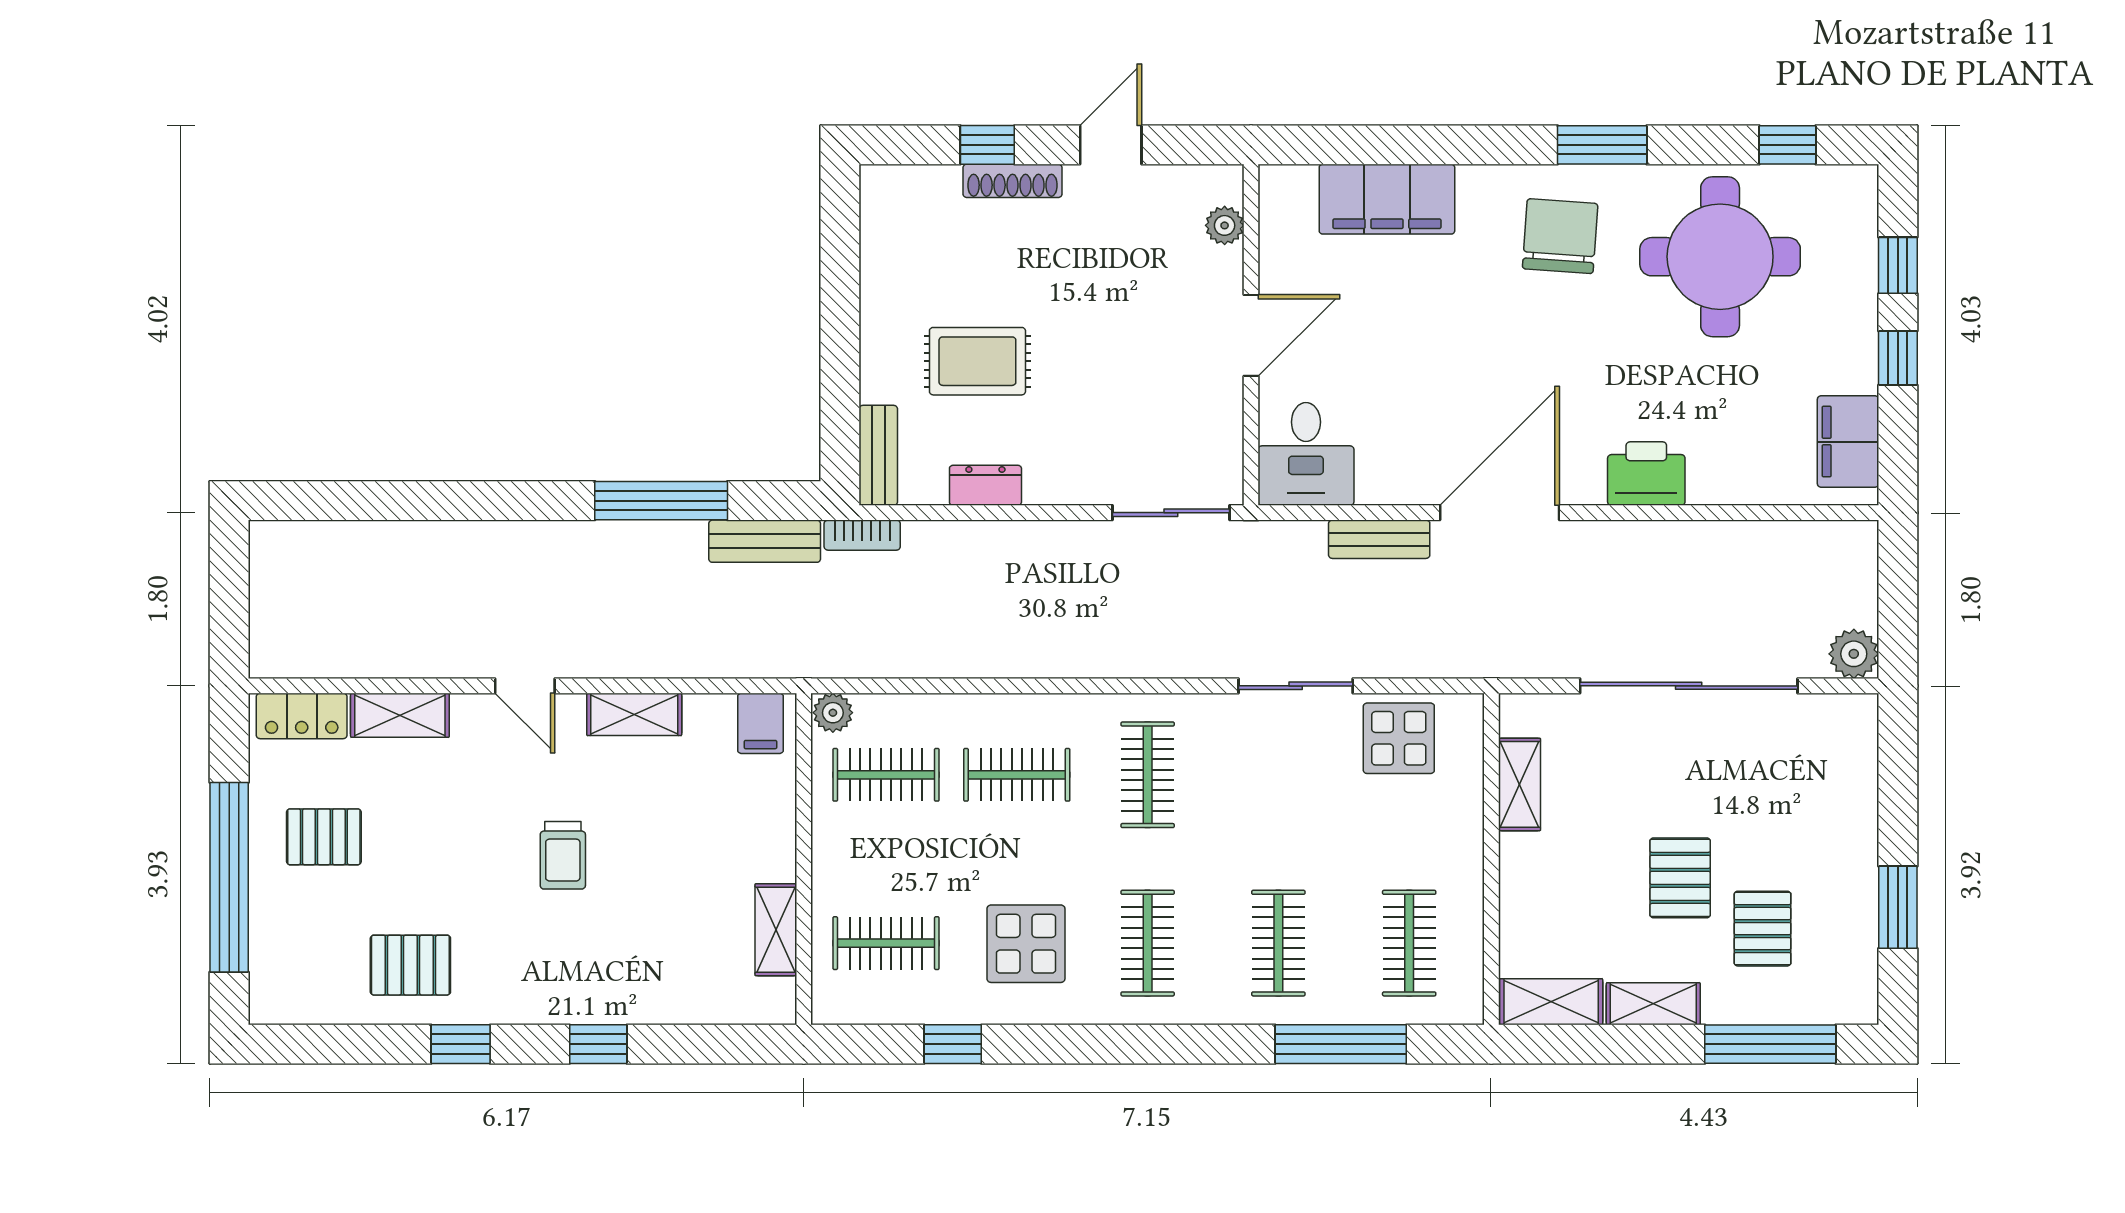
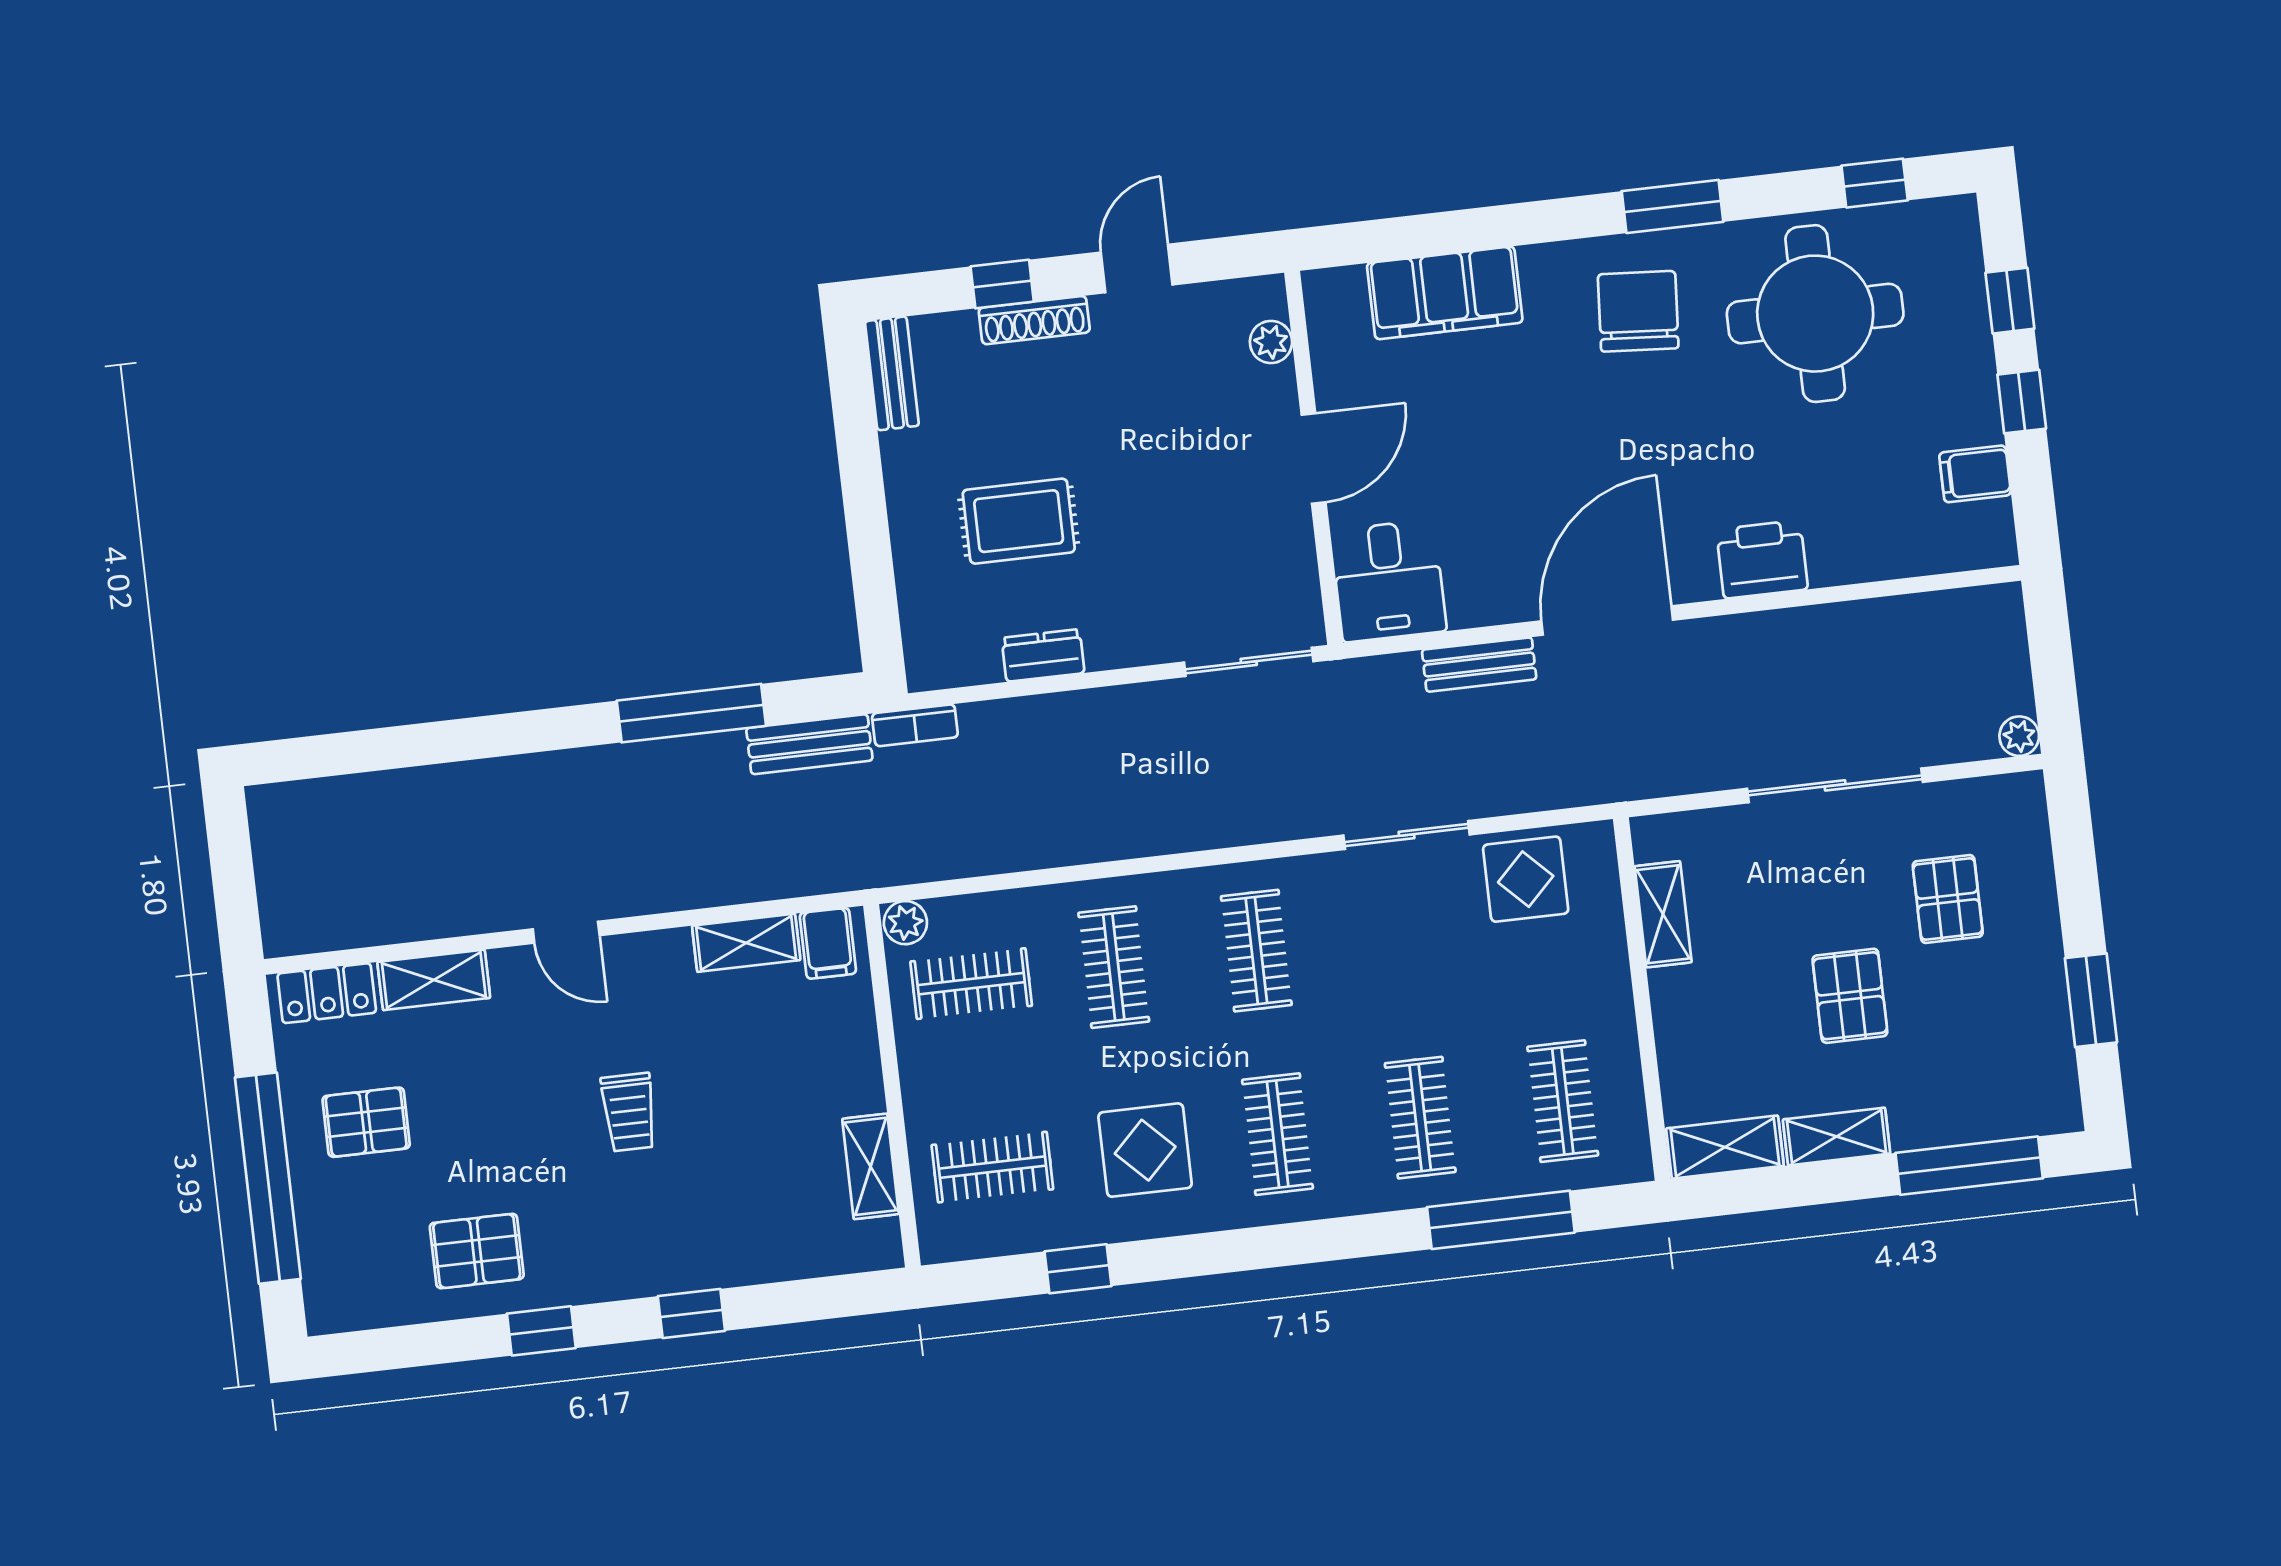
filing cabinet: (1848, 442) -> (1975, 474), width x0.50
bench: (878, 455) -> (892, 373), moved
plant: (1854, 654) -> (2019, 736), width x0.73, depth x0.73
sliding door: (1689, 686) -> (1835, 785), width x0.73
shelving: (634, 714) -> (746, 943), moved
clothes rail: (1017, 775) -> (1114, 967), turned 90
pallet: (1763, 929) -> (1948, 899), moved

